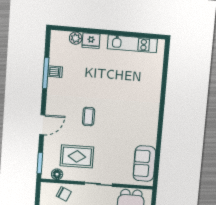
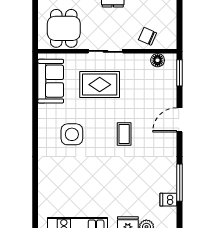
dishwasher: (55, 72) -> (168, 200), moved
side table: (131, 119) -> (72, 134), added
rug: (77, 156) -> (100, 85), moved

